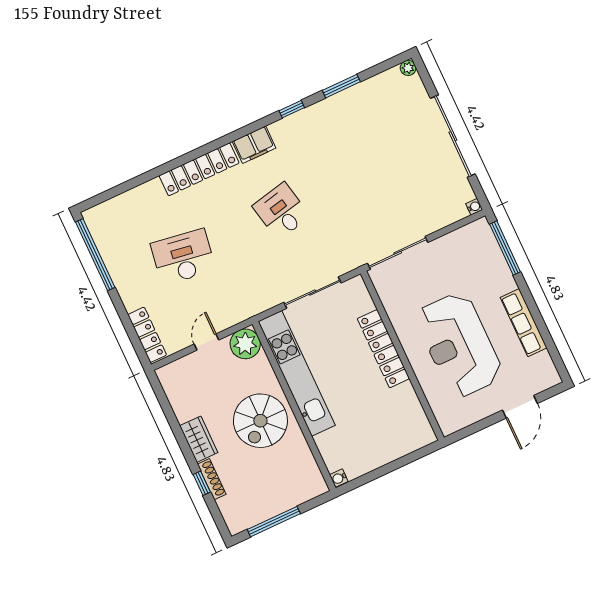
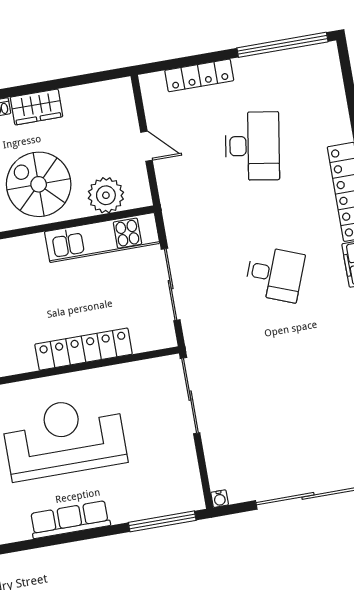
desk: (281, 211) -> (275, 274), turned 33
locker: (147, 335) -> (199, 75), moved
plant: (245, 344) -> (106, 195), moved
kitchen unit: (297, 373) -> (102, 238), width x0.73

